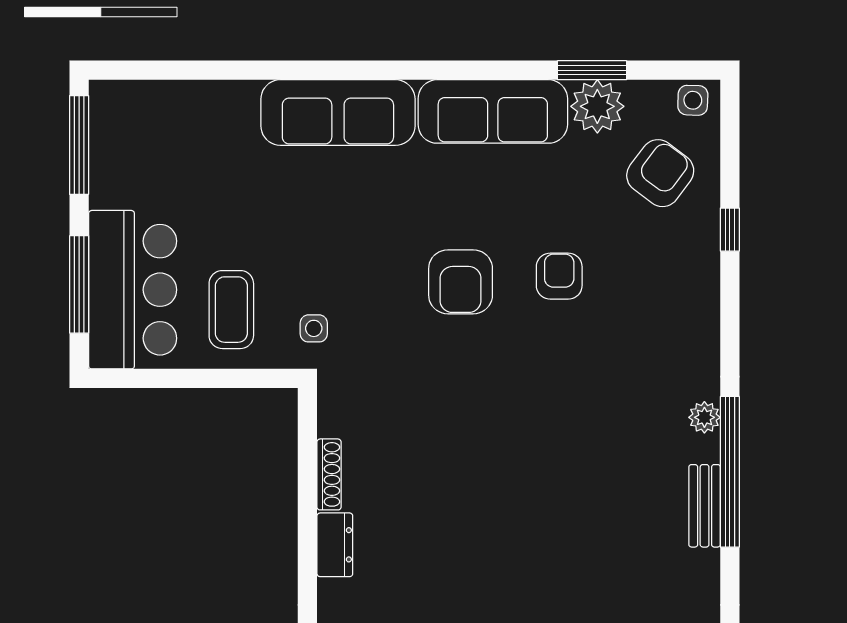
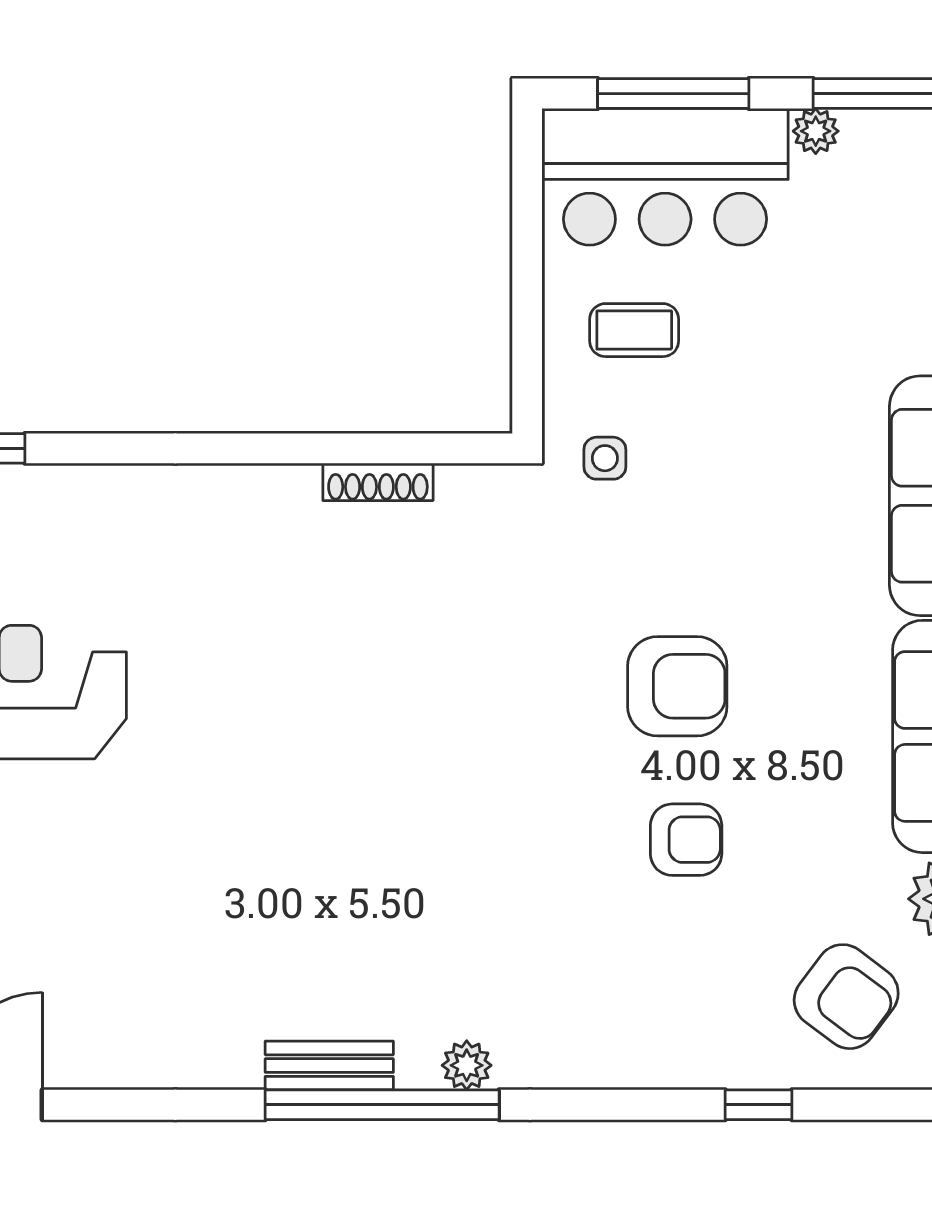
plant: (103, 193) -> (816, 131), added
armchair: (461, 282) -> (677, 686), turned 180
coffee table: (231, 310) -> (634, 330), width x0.73, depth x0.77
dresser: (335, 545) -> (269, 491), removed

